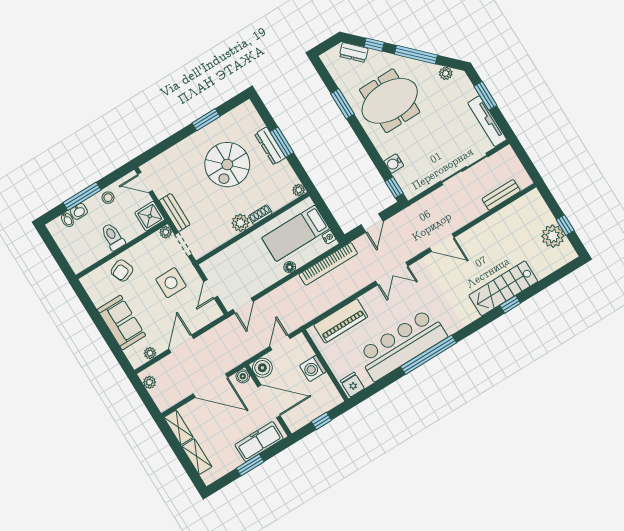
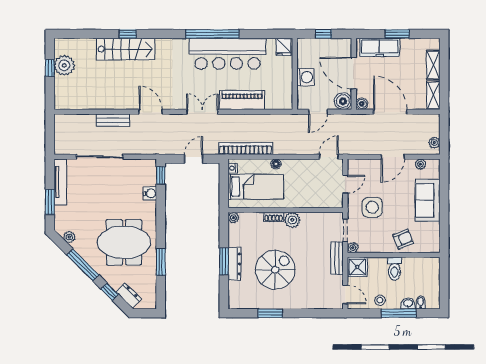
bench: (501, 195) -> (113, 120), moved
piano: (341, 321) -> (242, 100), moved

